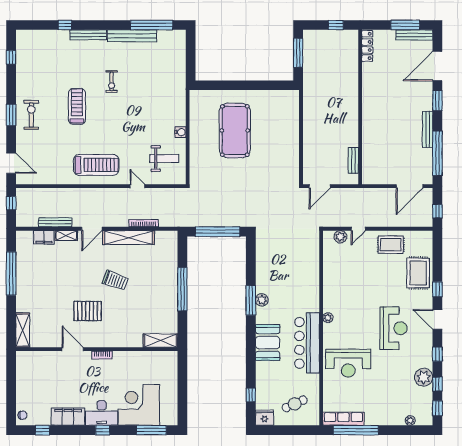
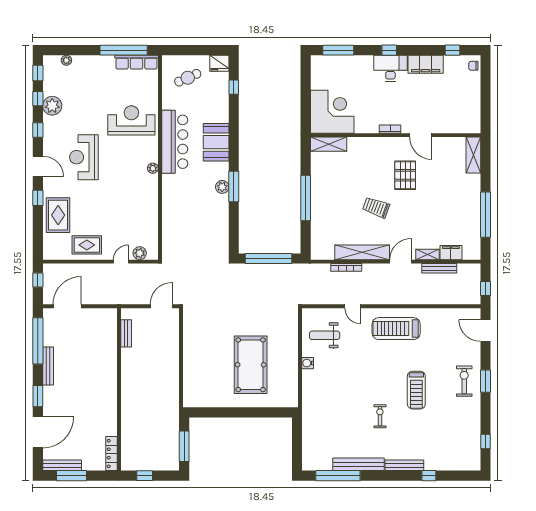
exercise bike: (31, 115) -> (464, 381), turned 180
pallet: (88, 311) -> (405, 175), turned 90
corner desk: (139, 405) -> (332, 112), moved, turned -90

